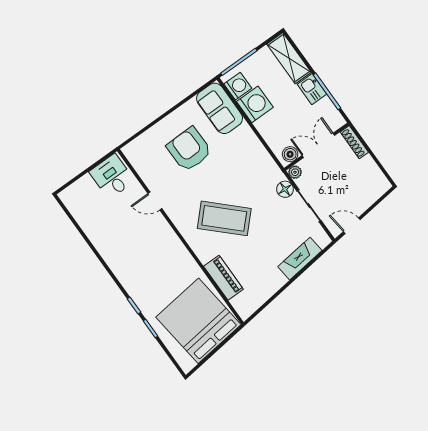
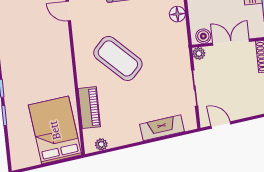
floor lamp: (285, 189) -> (177, 14), moved
plant: (253, 305) -> (101, 144), added
bed: (198, 321) -> (55, 130), width x0.73

